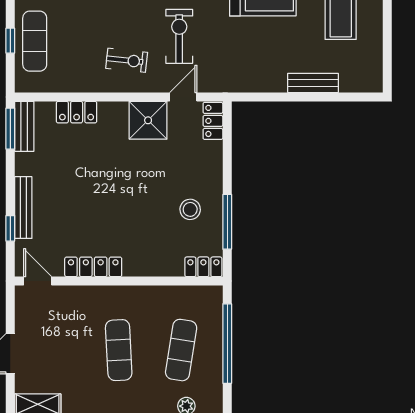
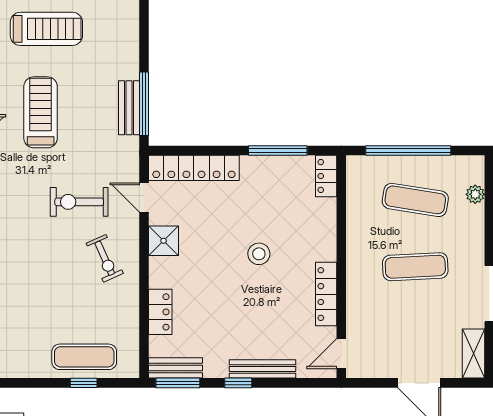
exercise bike: (127, 60) -> (105, 258), turned 150
bench: (313, 83) -> (129, 108), moved
window: (271, 97) -> (144, 104), added
shower: (148, 120) -> (164, 241), width x0.73, depth x0.73
locker: (213, 121) -> (194, 168), width x2.16, depth x1.21
stool: (190, 209) -> (259, 254), moved
window: (10, 228) -> (238, 383), moved

